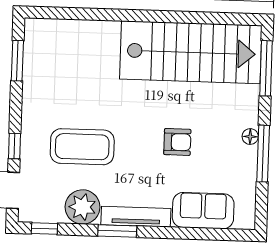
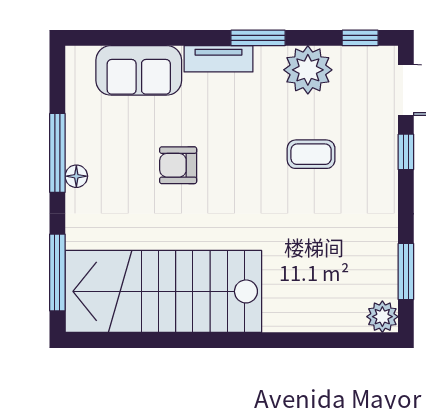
plant: (35, 29) -> (382, 317), added
coffee table: (82, 147) -> (311, 154), width x0.54, depth x0.58
tv unit: (136, 217) -> (219, 59), width x0.71

